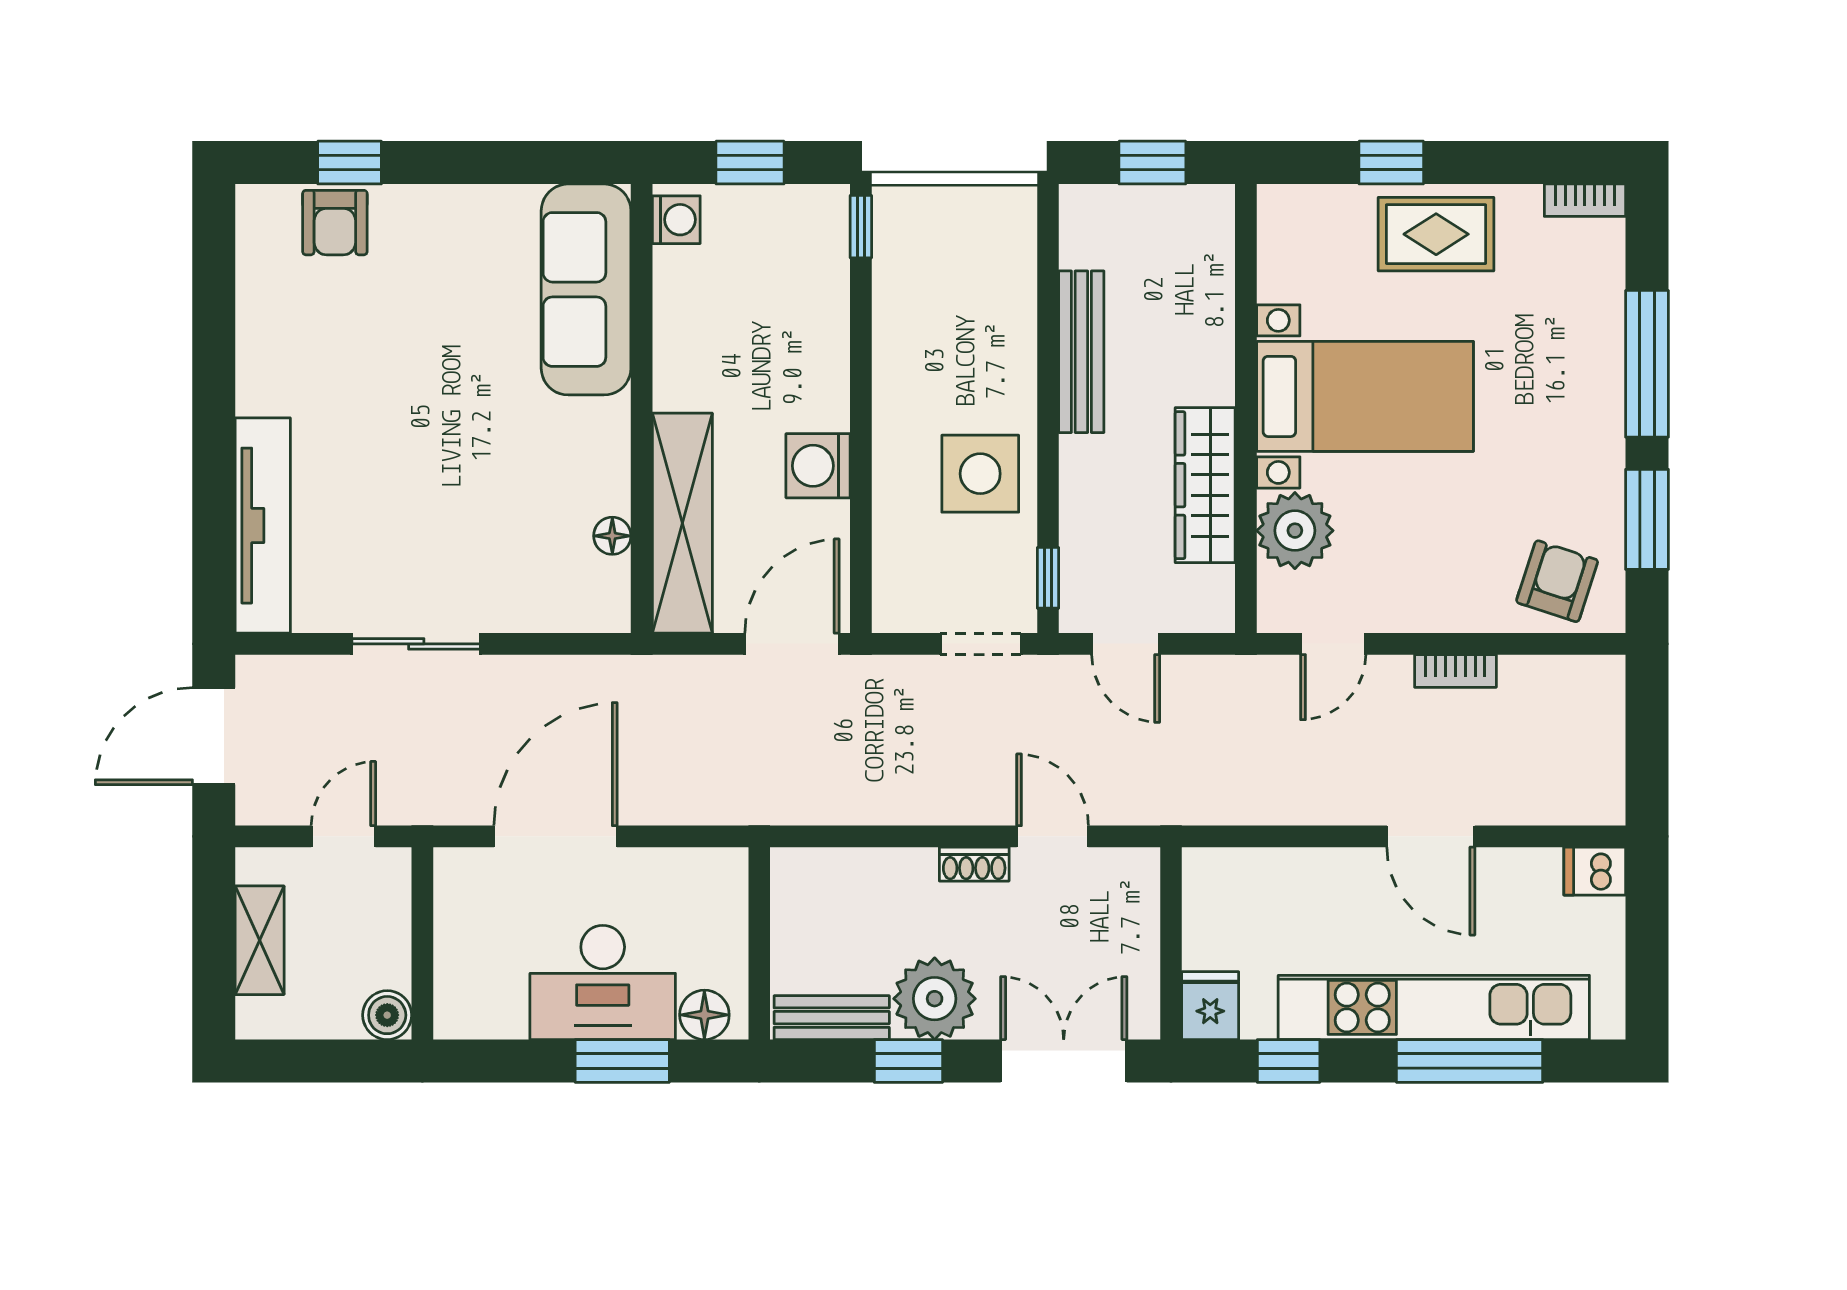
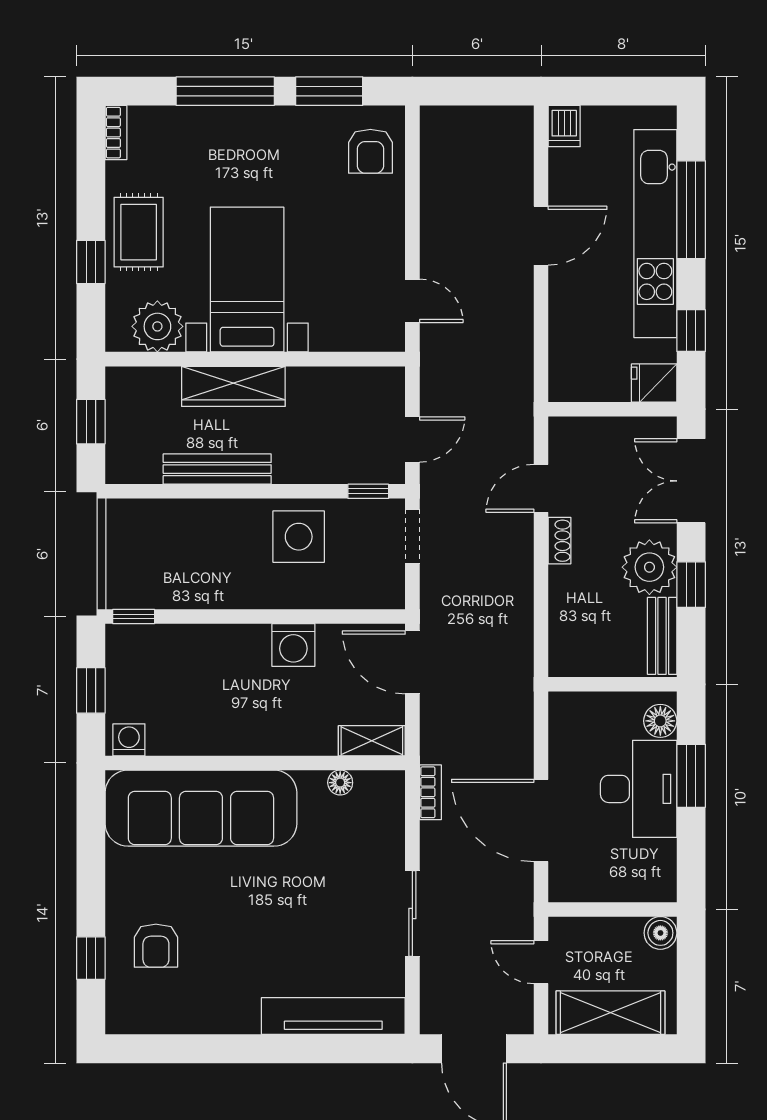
armchair: (335, 223) -> (156, 946), moved, turned 90
sofa: (586, 289) -> (201, 808), width x1.36, depth x1.27
wardrobe: (1205, 485) -> (233, 386), moved
shelving: (682, 523) -> (372, 741), width x0.45, depth x0.75
plant: (1295, 531) -> (157, 326), moved
armchair: (1557, 581) -> (370, 151), turned -108
bookcase: (1455, 671) -> (430, 792), moved
shelving: (260, 940) -> (610, 1013), width x1.50, depth x1.33

